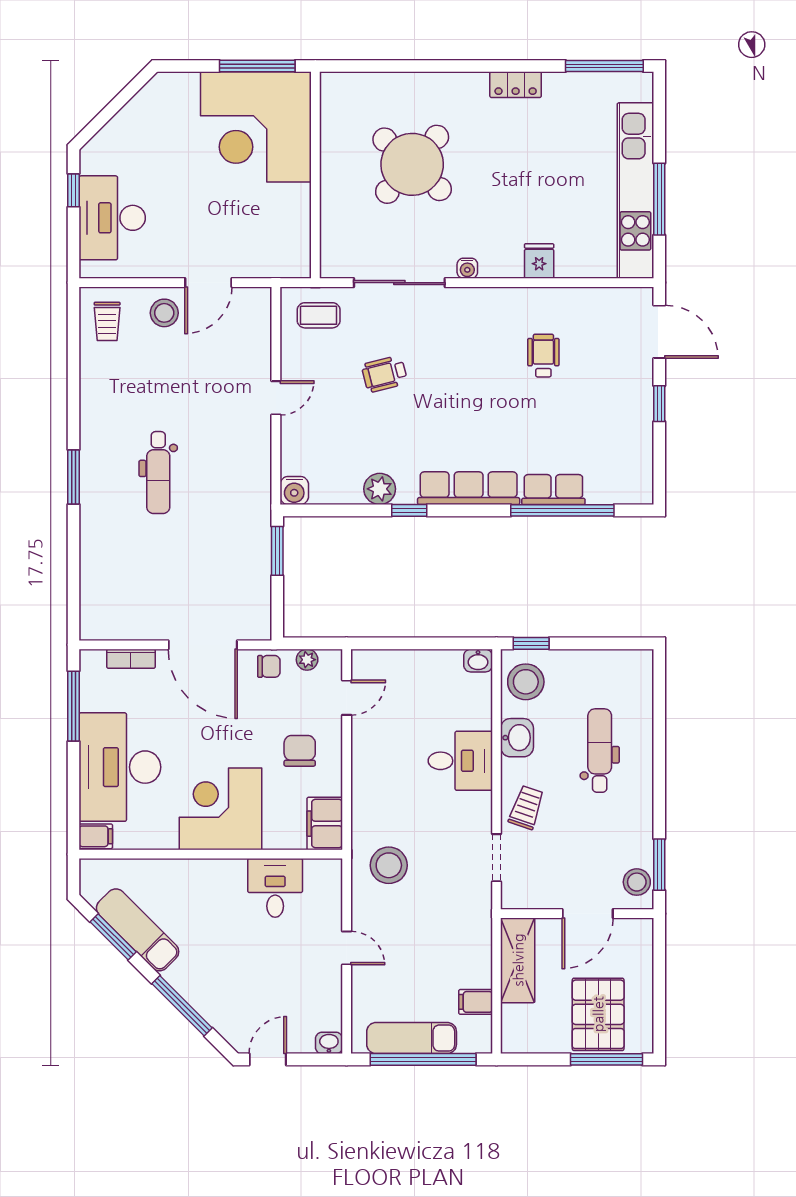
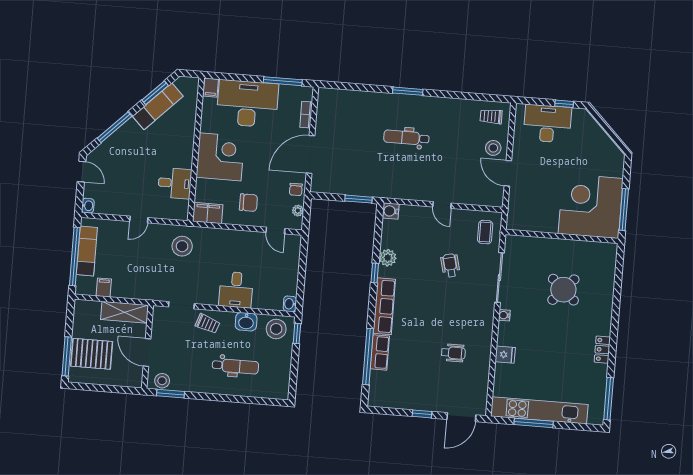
round table: (412, 164) -> (563, 290), width x0.73, depth x0.73

